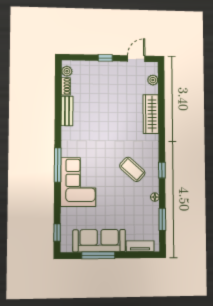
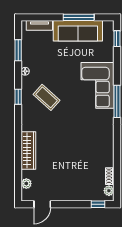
window: (105, 58) -> (98, 204), moved
bench: (67, 111) -> (109, 153), removed

